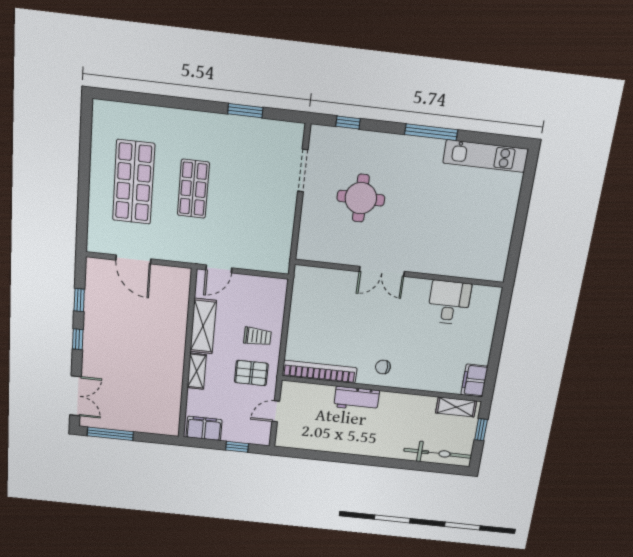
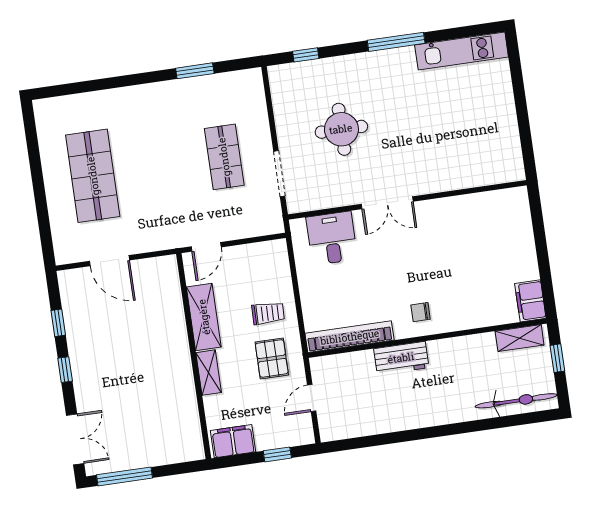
doorway: (303, 171) -> (279, 174), moved
shop shelf: (193, 189) -> (224, 157), moved
desk: (449, 302) -> (332, 238), moved
pallet: (251, 373) -> (272, 358), turned 90

